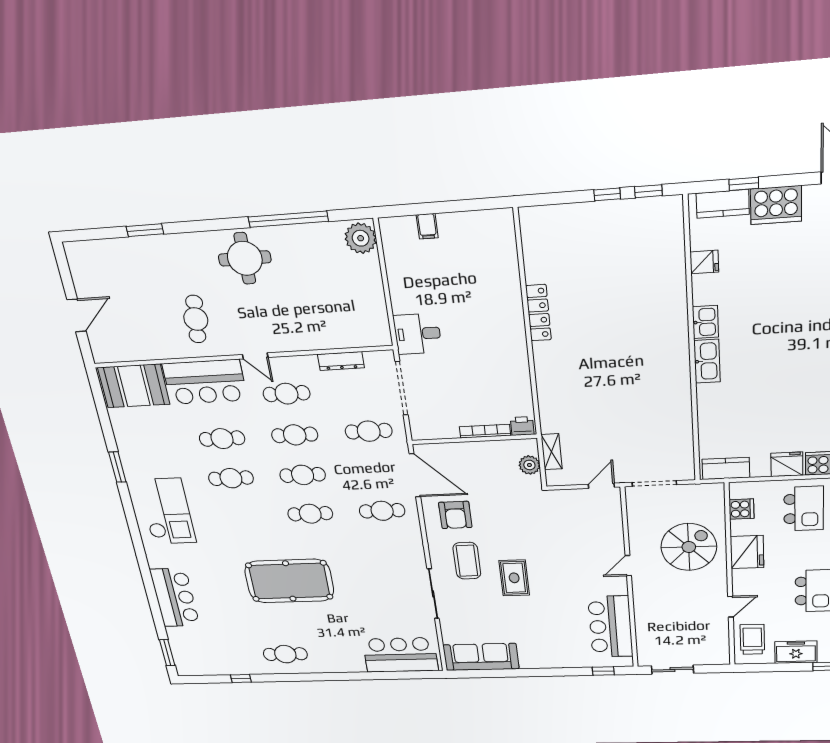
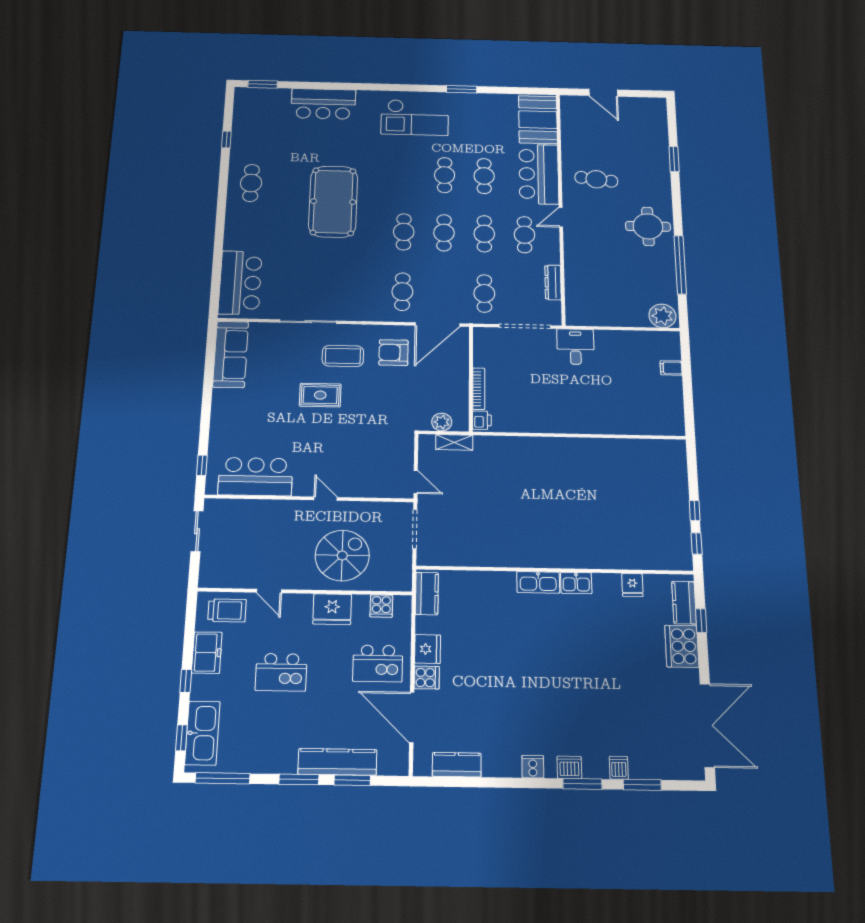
locker: (539, 313) -> (591, 446), removed
spiral stairs: (689, 547) -> (342, 555), turned -90

